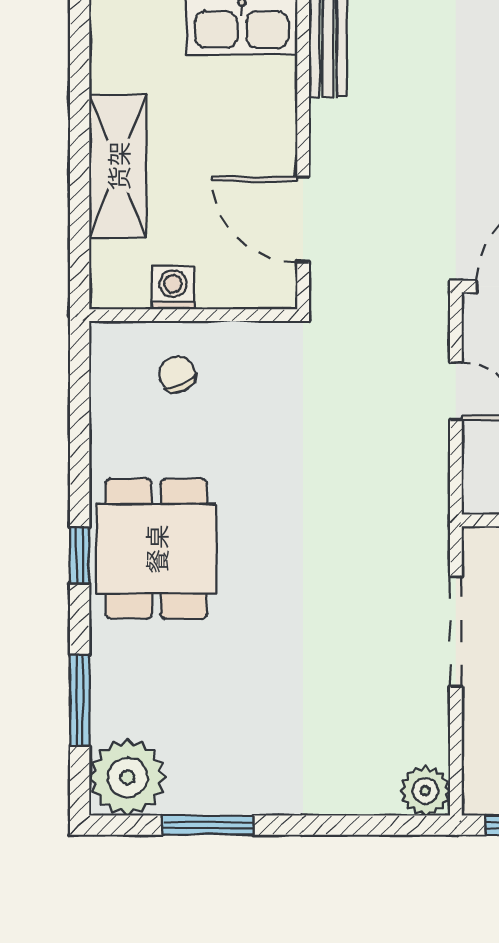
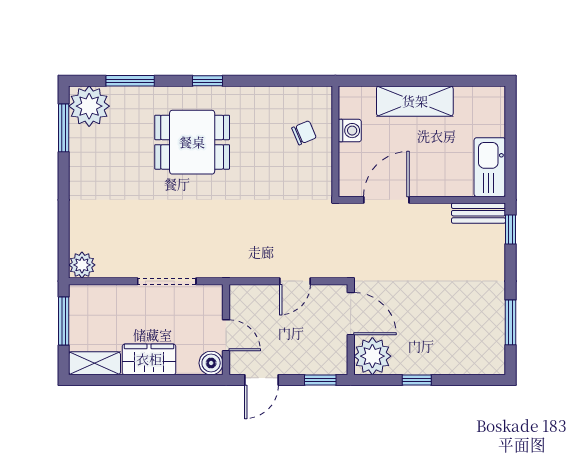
dining table: (156, 549) -> (192, 142), moved
window: (208, 825) -> (64, 128), moved

